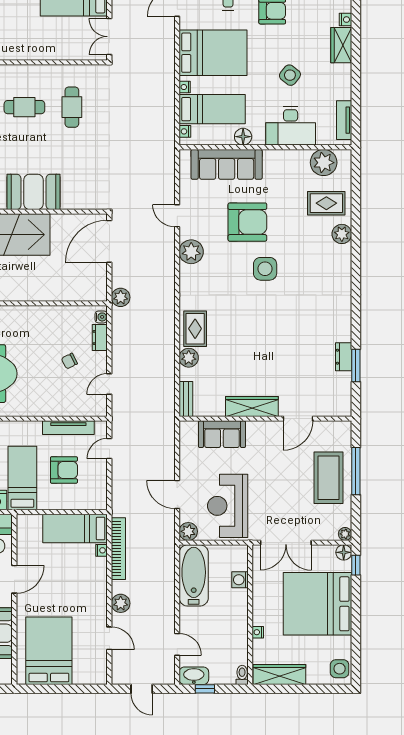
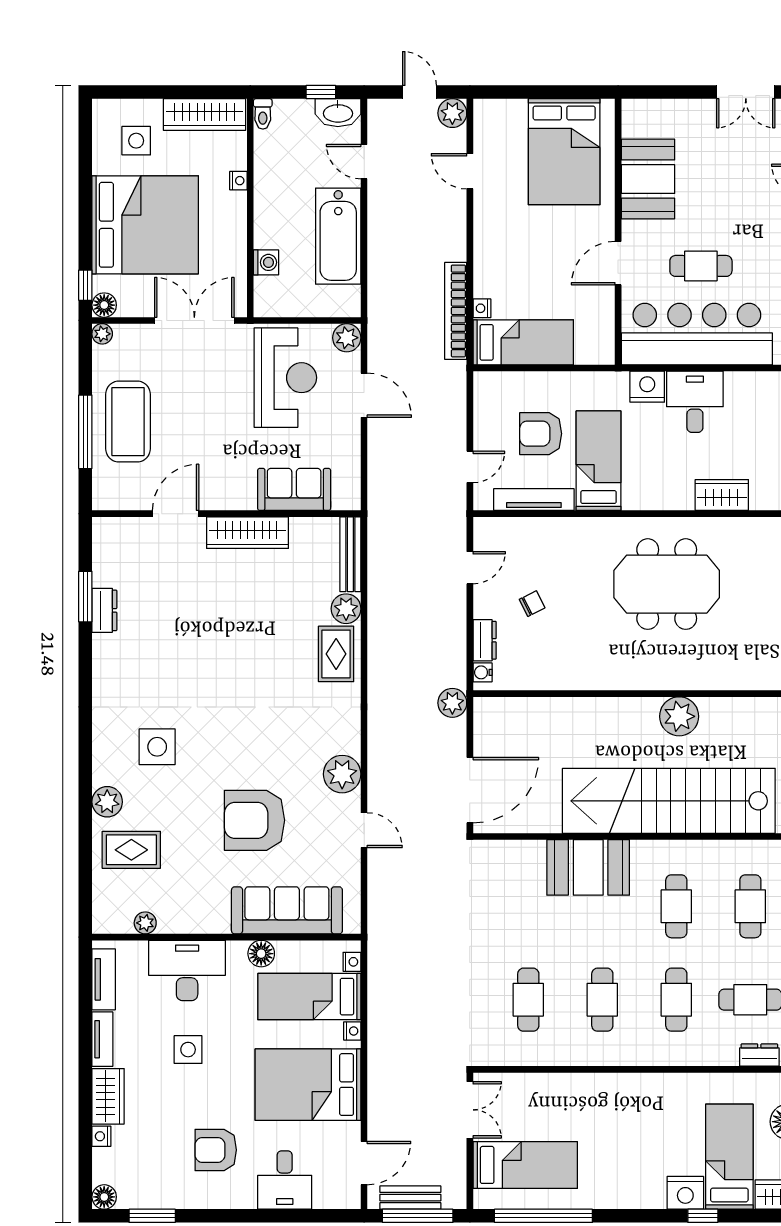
side table: (290, 75) -> (188, 1050), turned -38
tv unit: (345, 82) -> (102, 1039), added
cafe table: (24, 107) -> (602, 1000), turned 90
plant: (324, 163) -> (145, 923), width x0.53, depth x0.53
side table: (265, 269) -> (157, 747), moved
bench: (186, 399) -> (350, 554), width x1.36
bed: (22, 478) -> (599, 461), moved, turned 180
bathtub: (194, 575) -> (338, 236), moved
plant: (121, 603) -> (452, 113), moved
side table: (340, 669) -> (136, 141), moved

